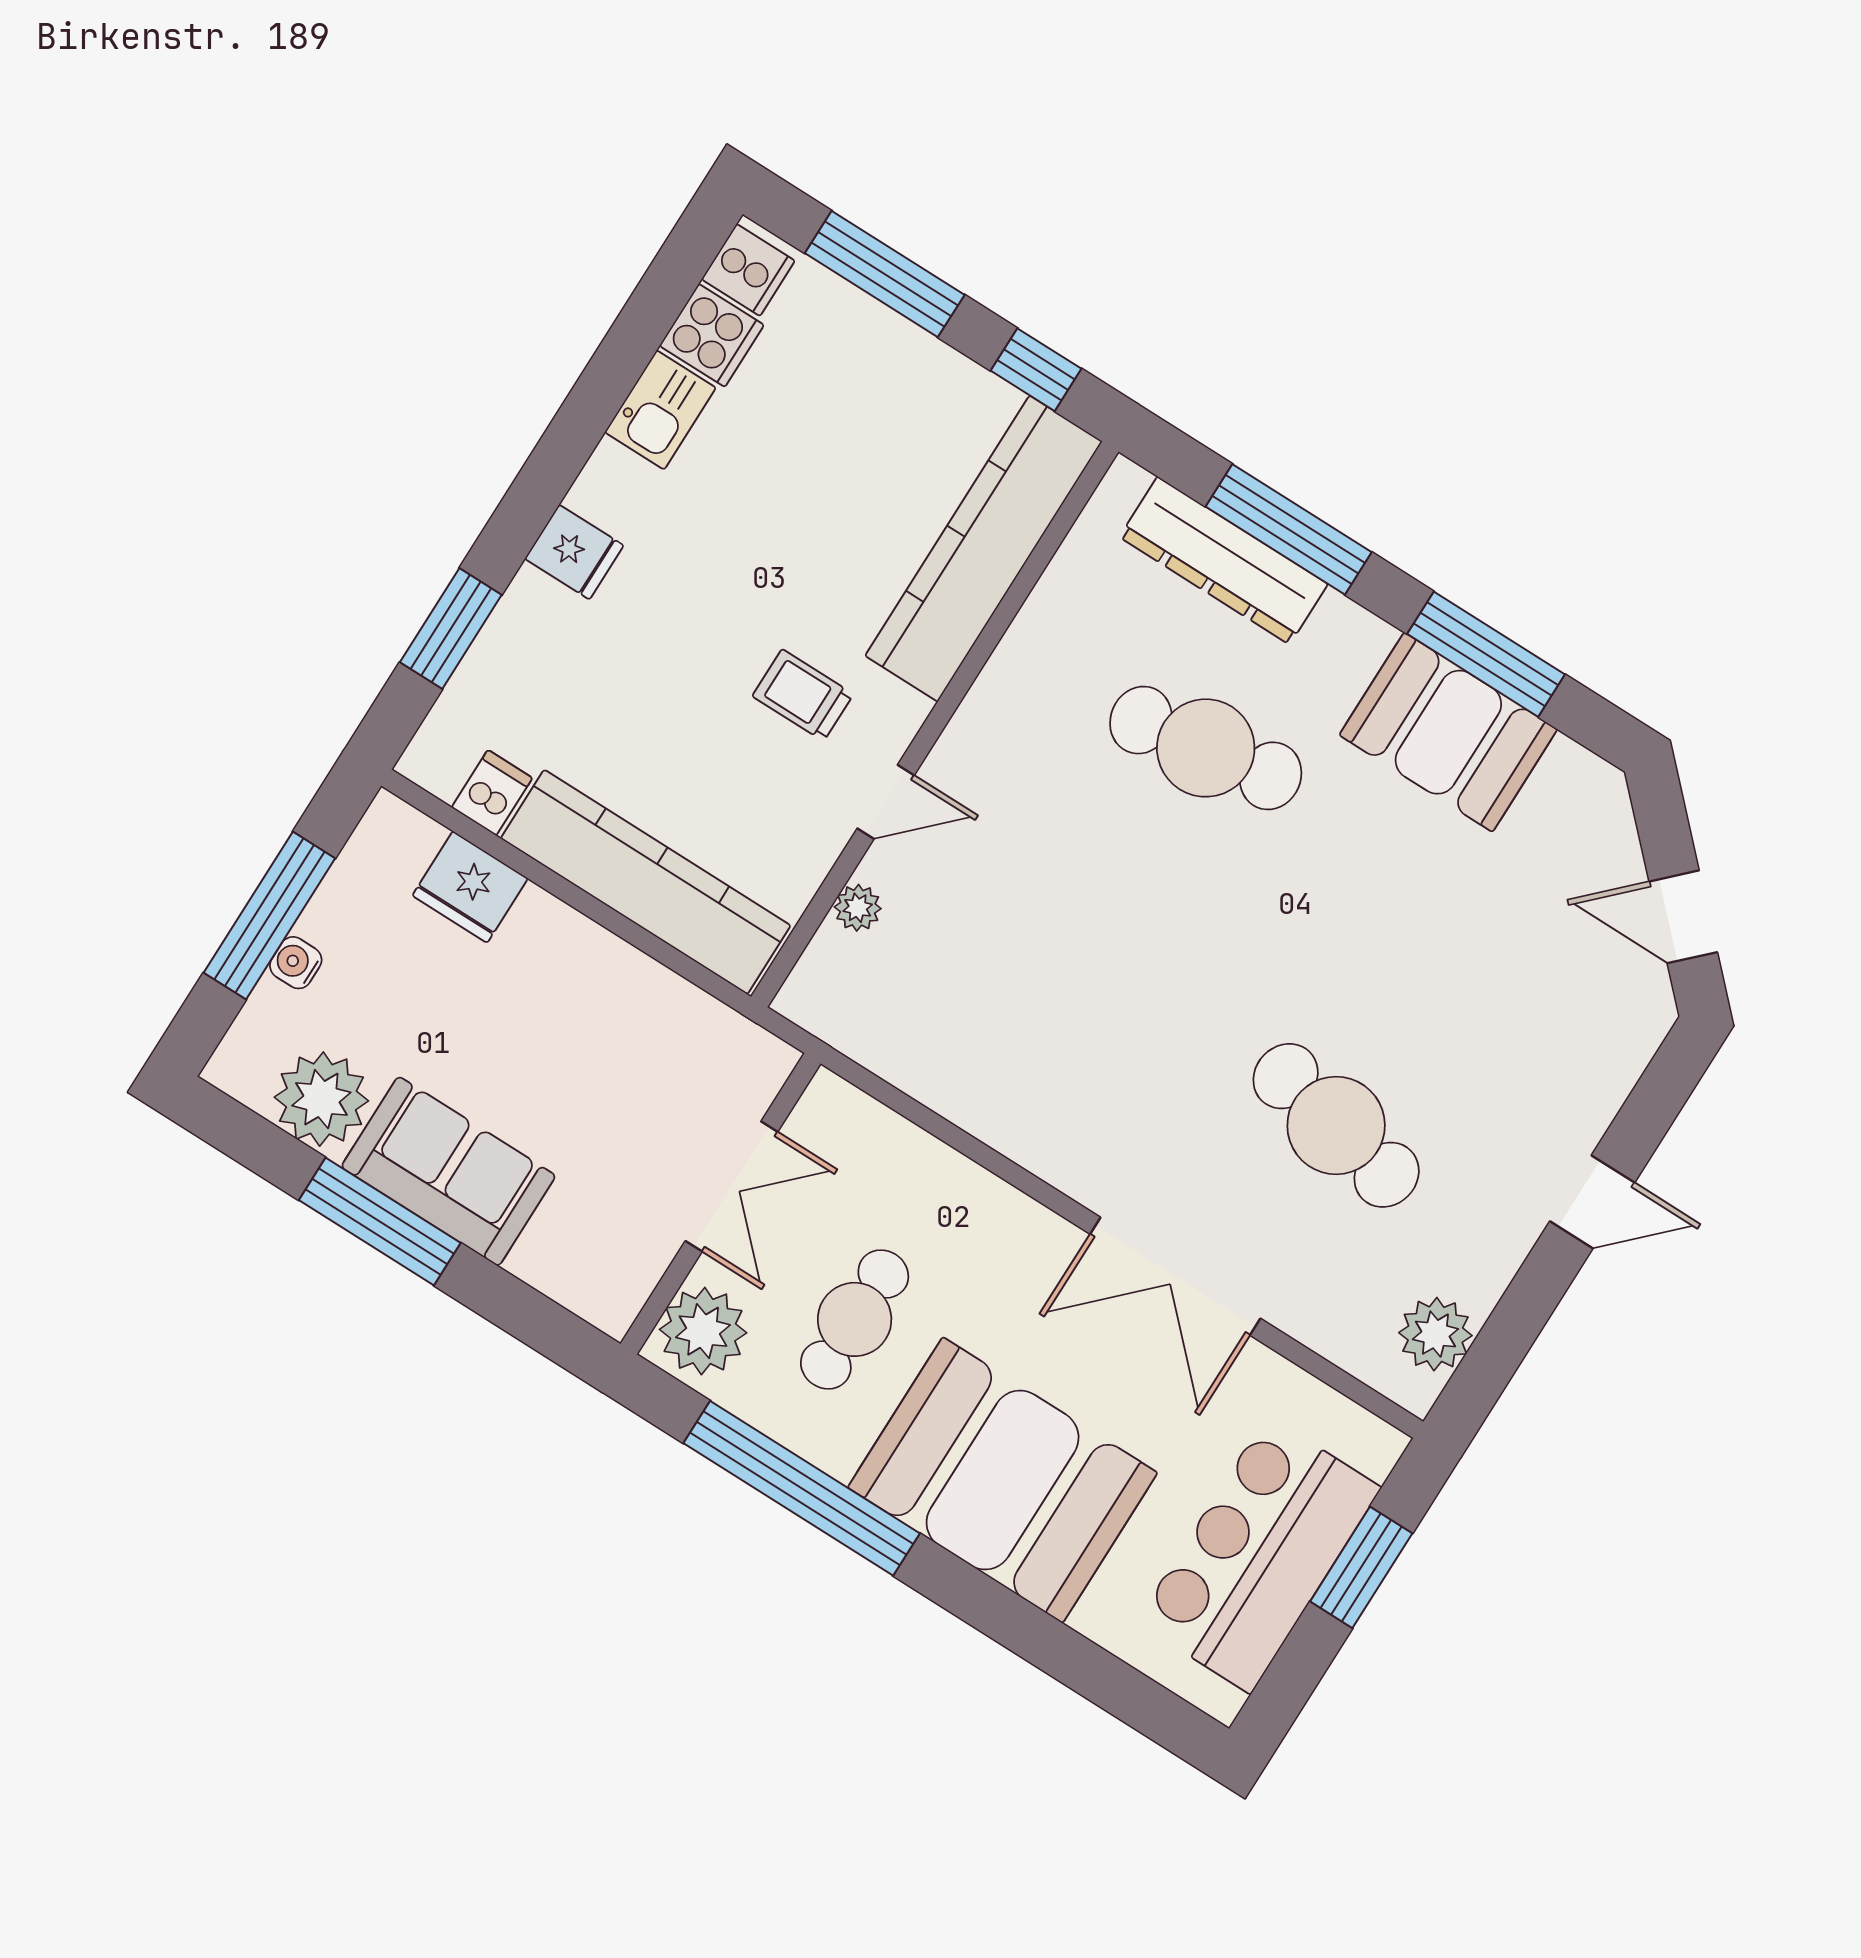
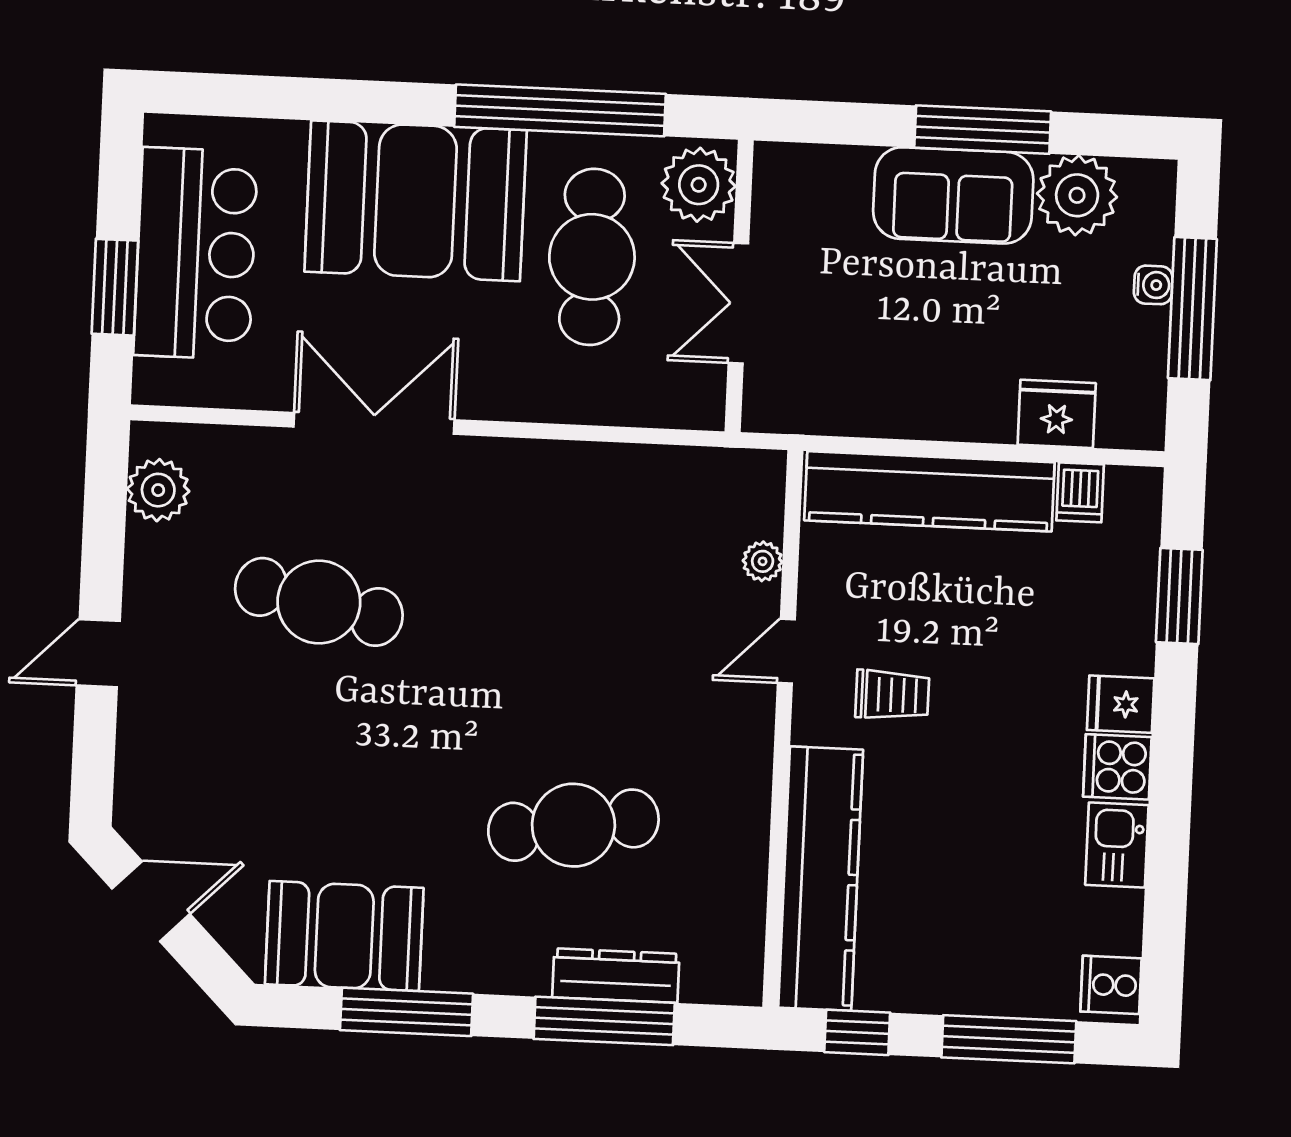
cooker: (712, 335) -> (1117, 767), moved
dresser: (1224, 561) -> (616, 976), width x0.73, depth x0.80
booth: (1448, 732) -> (344, 936), moved
cafe table: (855, 1319) -> (592, 257), width x1.37, depth x1.35

